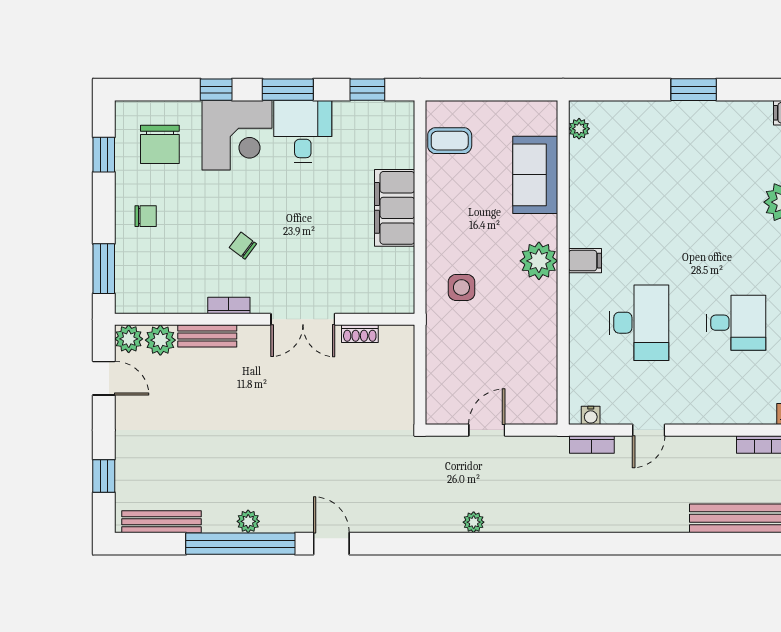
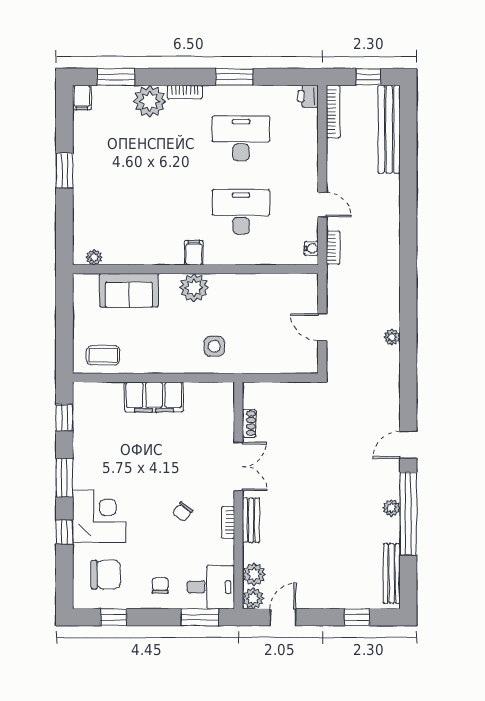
desk: (303, 132) -> (211, 587), moved, turned 180
coffee table: (450, 141) -> (103, 355), turned 90
desk: (736, 323) -> (241, 138), width x1.37
bench: (207, 336) -> (251, 520), moved

